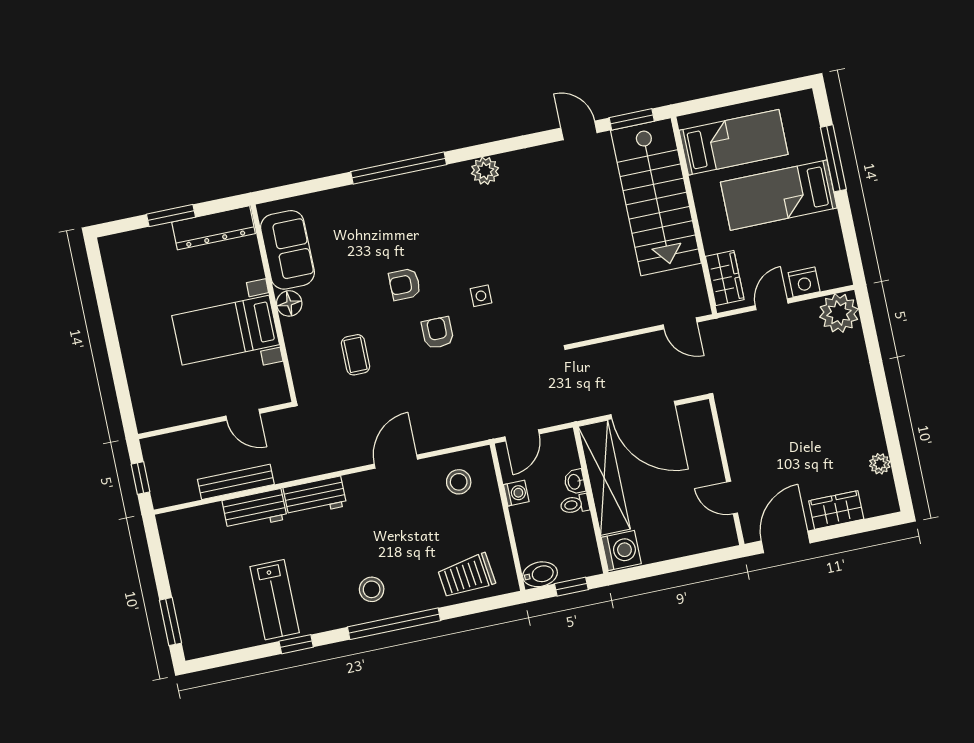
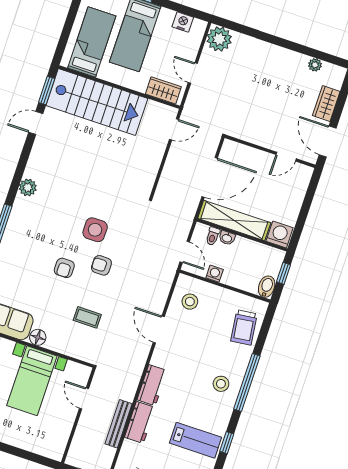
nightstand: (804, 282) -> (183, 22), moved, turned -90
side table: (481, 296) -> (95, 230), width x1.87, depth x1.87
door: (243, 415) -> (84, 398), swing flipped
toilet: (575, 504) -> (213, 236), moved

